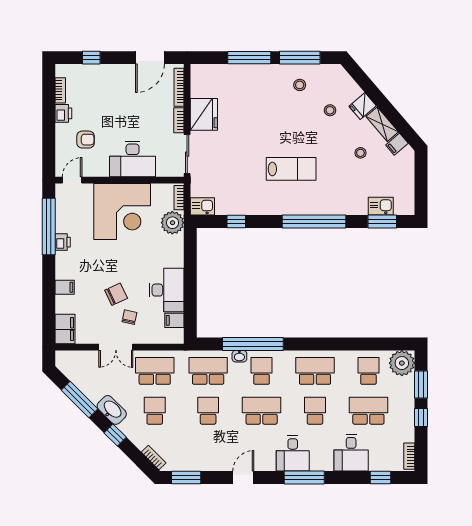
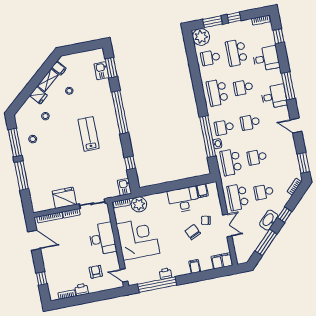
school desk: (262, 411) -> (250, 122), width x0.54

